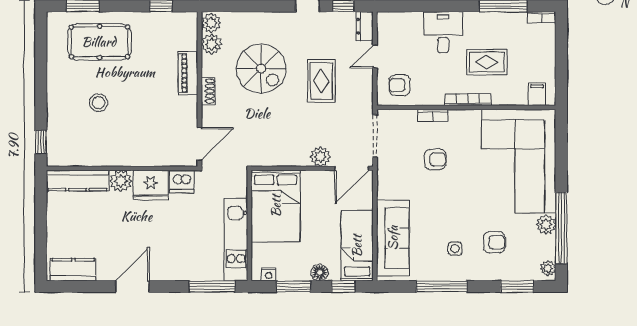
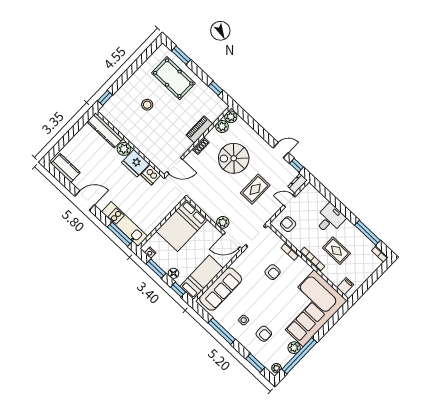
spiral stairs: (261, 69) -> (234, 158), turned 90
kitchen unit: (236, 240) -> (125, 224), moved, turned 90

